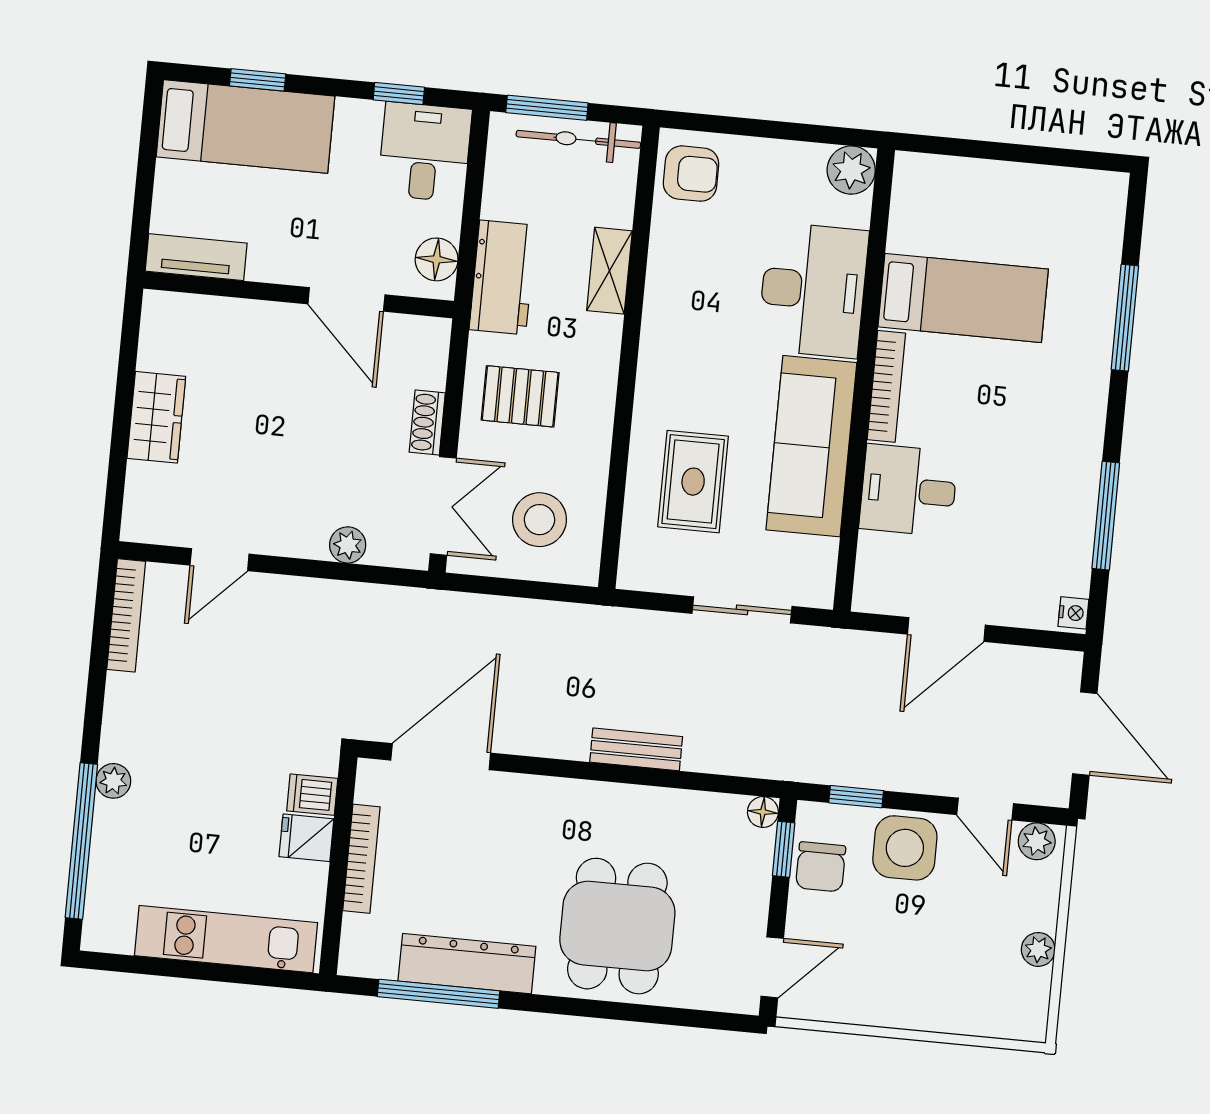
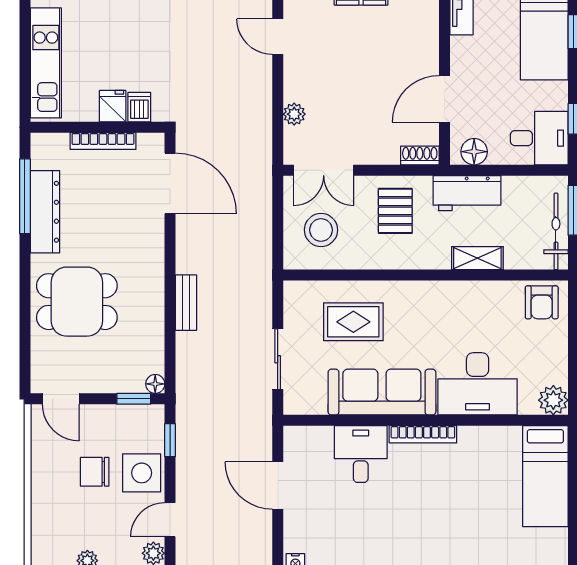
bed: (963, 298) -> (545, 476), moved
shoe rack: (427, 422) -> (420, 156), moved
chair: (821, 867) -> (95, 472), moved

